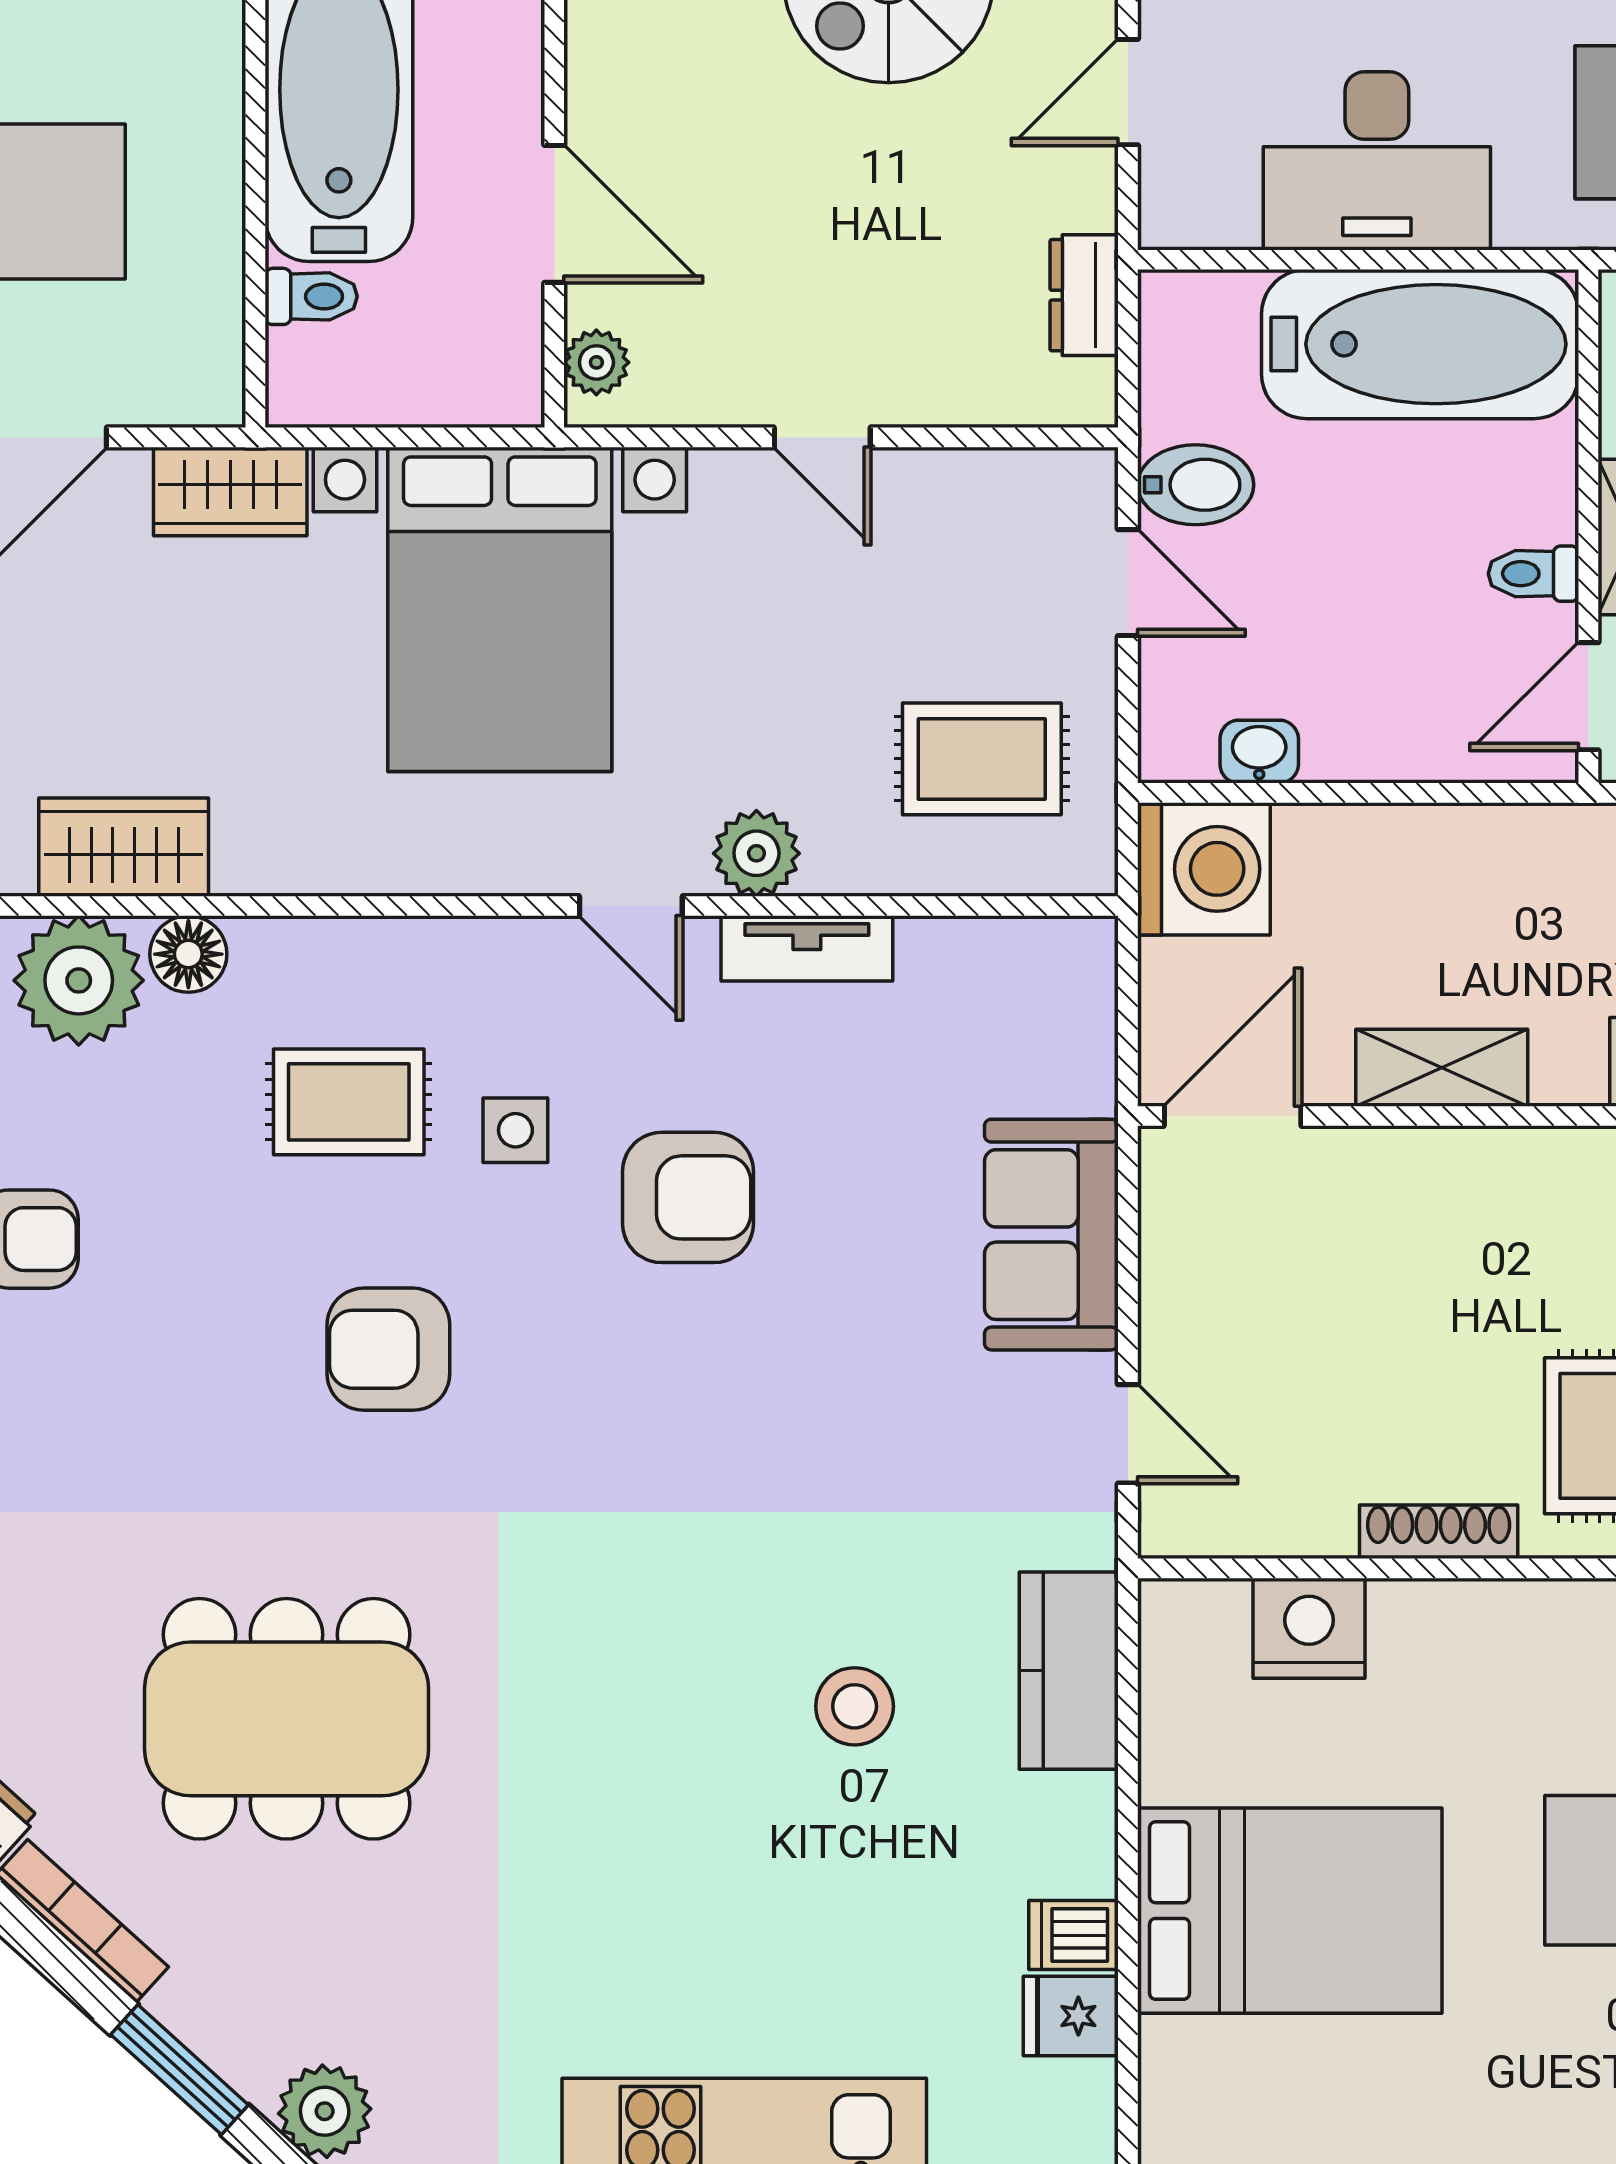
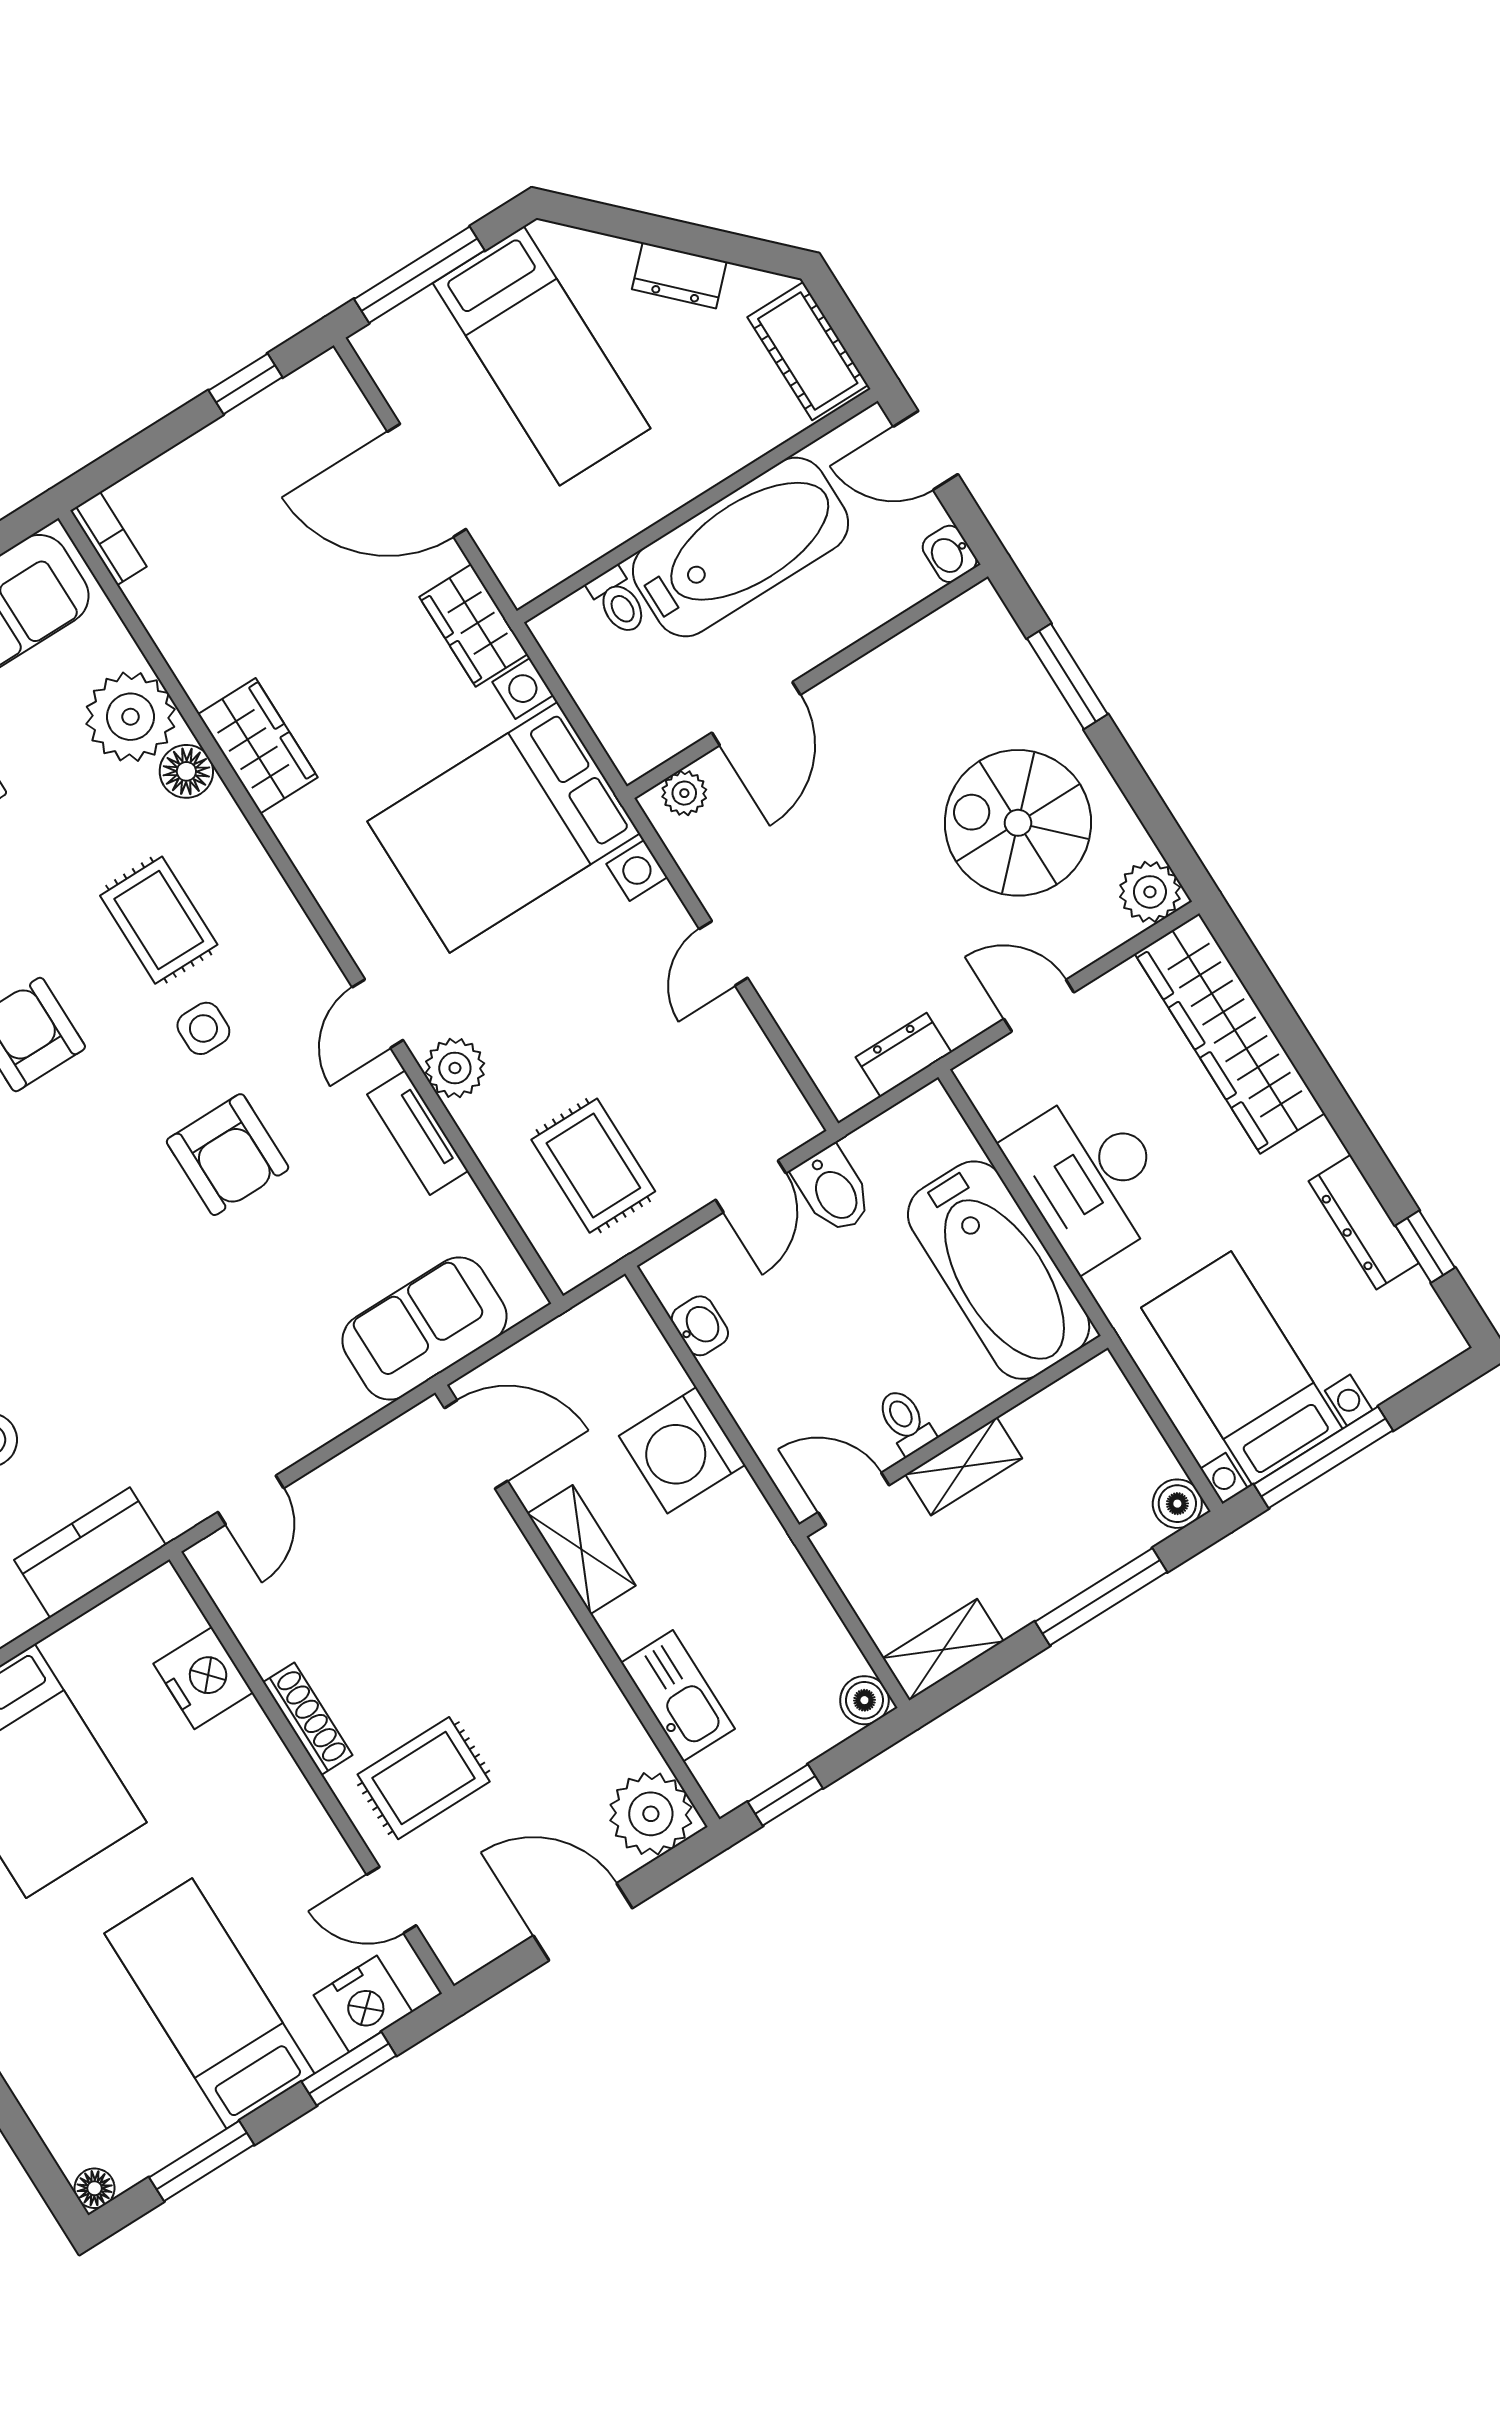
wardrobe: (124, 847) -> (258, 746), moved
washing machine: (1204, 869) -> (682, 1450), moved, turned 90
sofa: (1051, 1235) -> (424, 1329), moved

